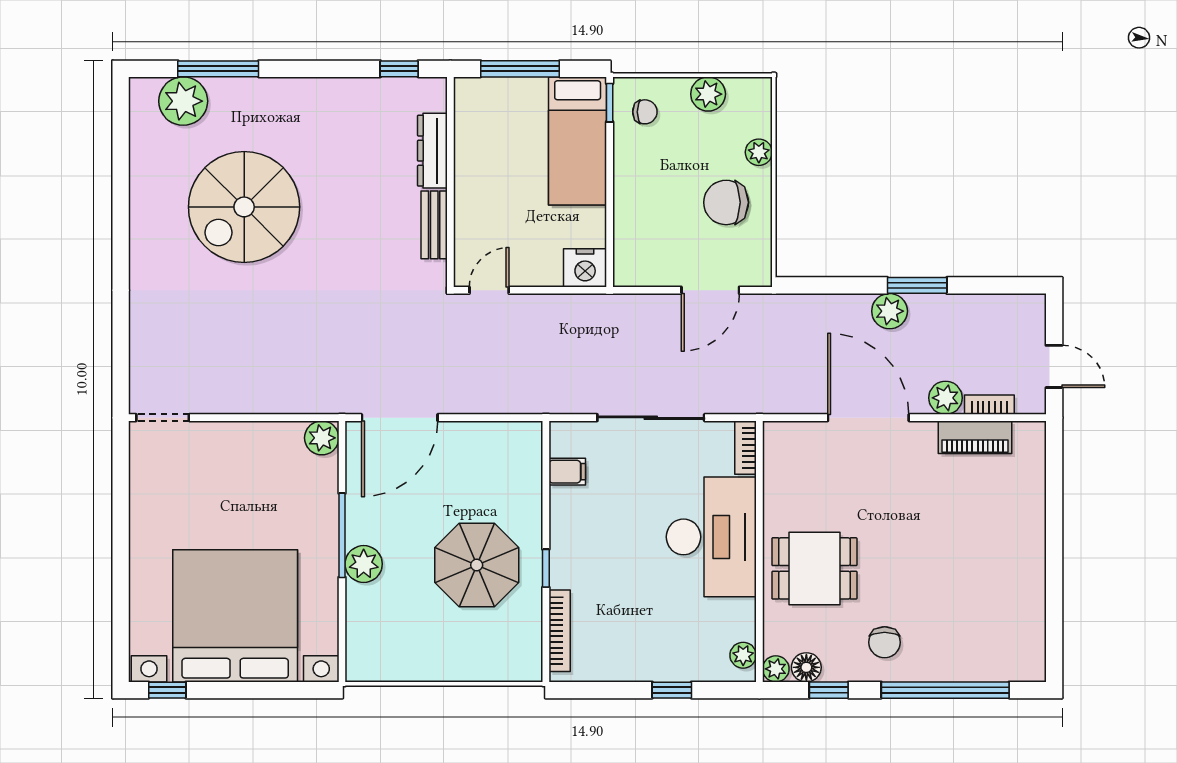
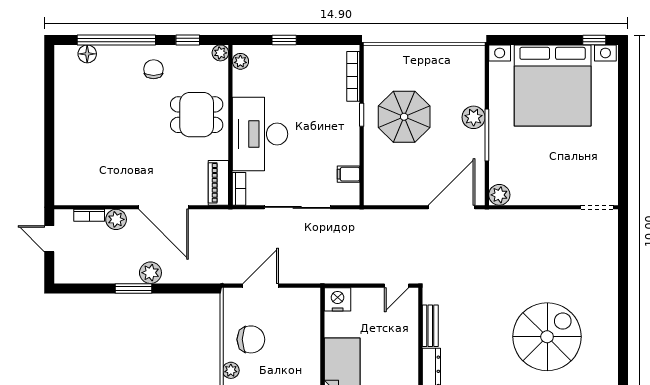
piano: (975, 437) -> (218, 183), moved, turned -90
floor lamp: (806, 667) -> (87, 54), moved

